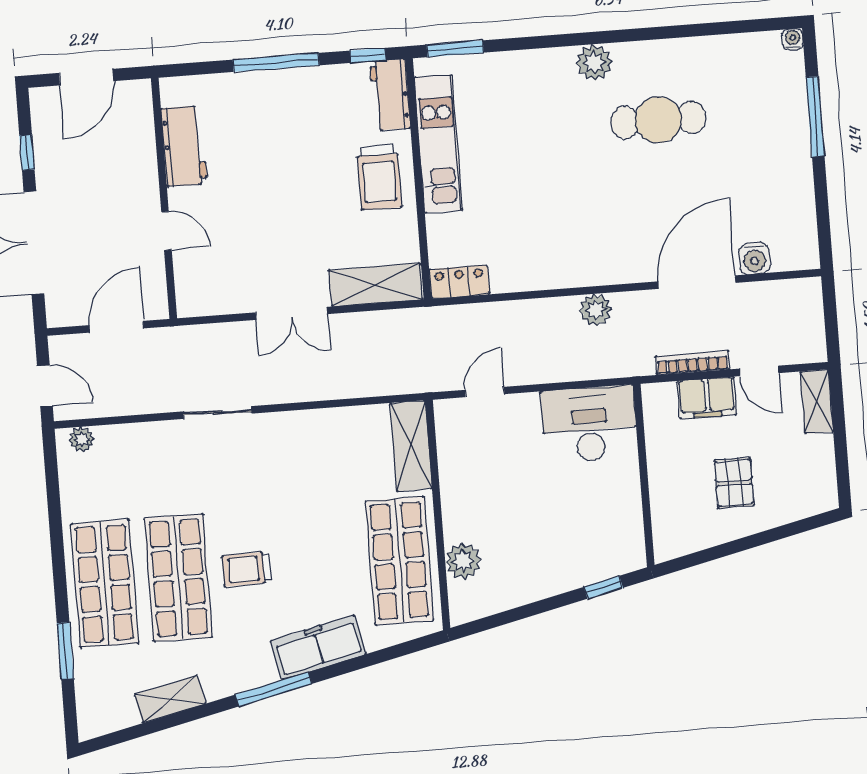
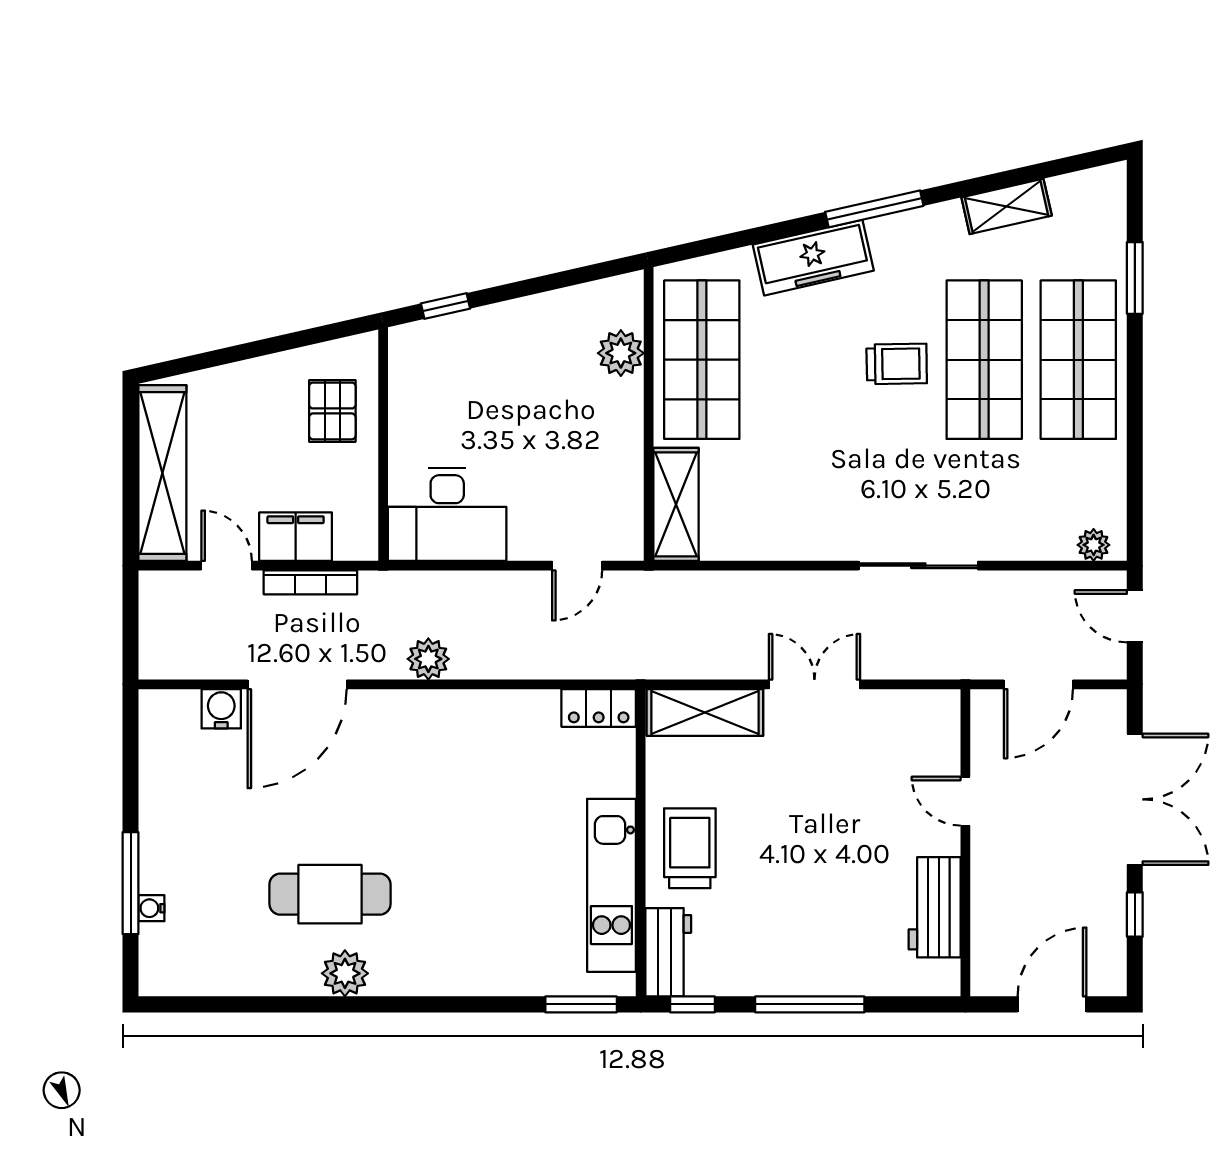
water cooler: (793, 39) -> (151, 908), moved, turned 90
plant: (594, 62) -> (345, 973), moved
shelving: (817, 402) -> (162, 473), width x2.20, depth x1.33
sliding door: (218, 413) -> (918, 566), width x1.37
pallet: (734, 483) -> (332, 411), moved

